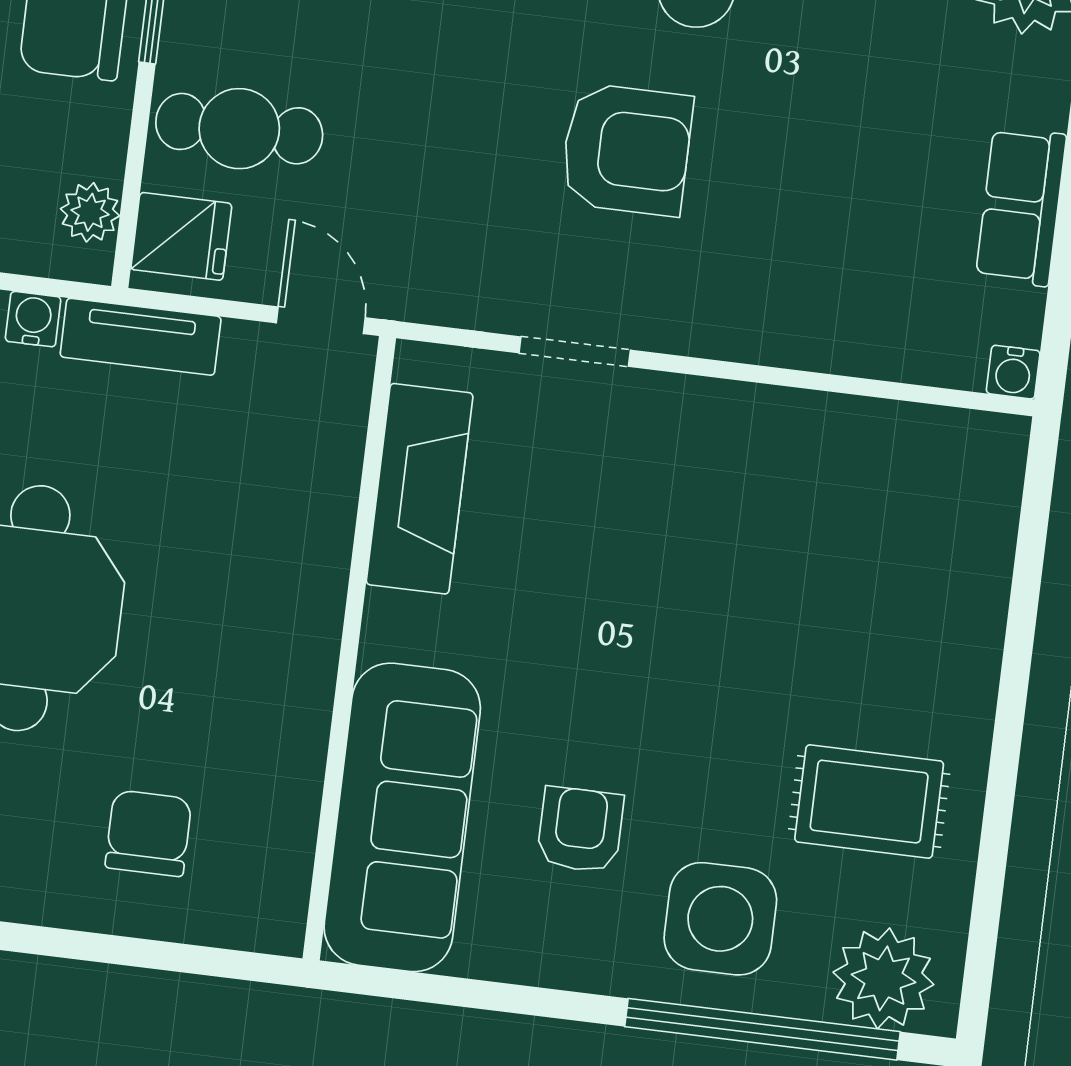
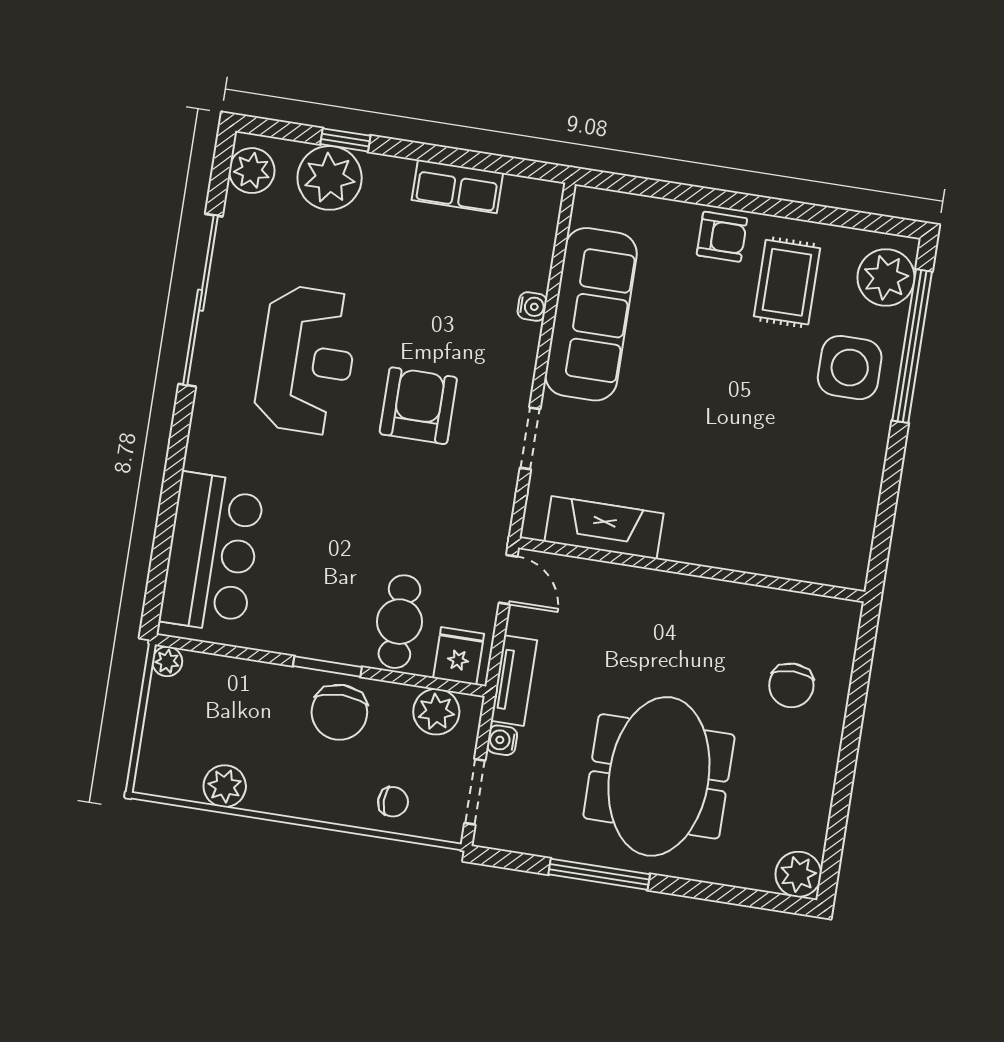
plant: (90, 212) -> (436, 712), width x1.38, depth x1.38
door: (321, 320) -> (508, 580), swing flipped
water cooler: (1013, 372) -> (532, 306), moved
sofa: (402, 817) -> (591, 314), moved, turned 90
armchair: (580, 830) -> (722, 237), moved, turned 180
chair: (148, 833) -> (791, 685), turned -90

